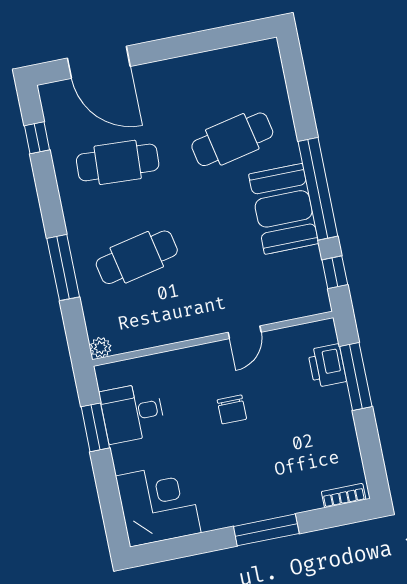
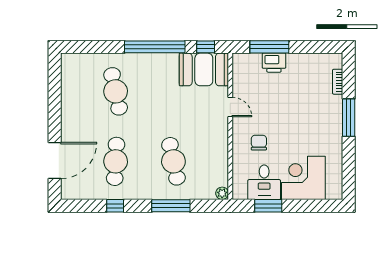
window: (37, 138) -> (115, 206), moved
booth: (284, 209) -> (204, 69), moved
printer: (327, 366) -> (274, 63), moved
chair: (232, 409) -> (259, 143), moved, turned -90
bookcase: (344, 495) -> (338, 82), moved
corner desk: (158, 504) -> (303, 178), moved

